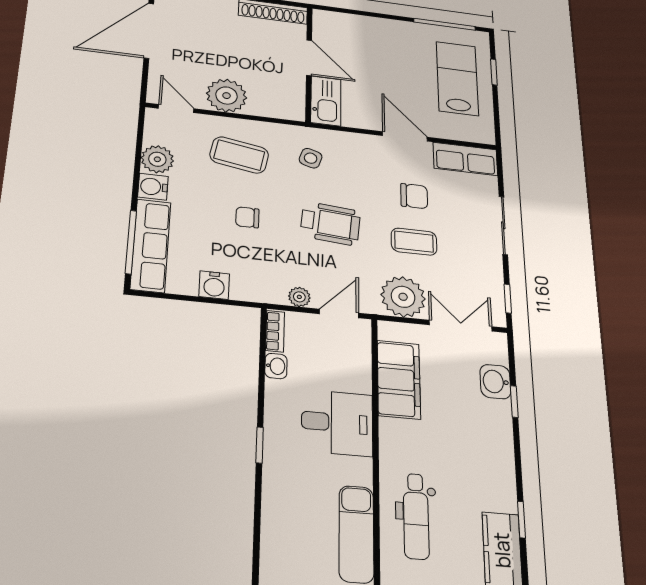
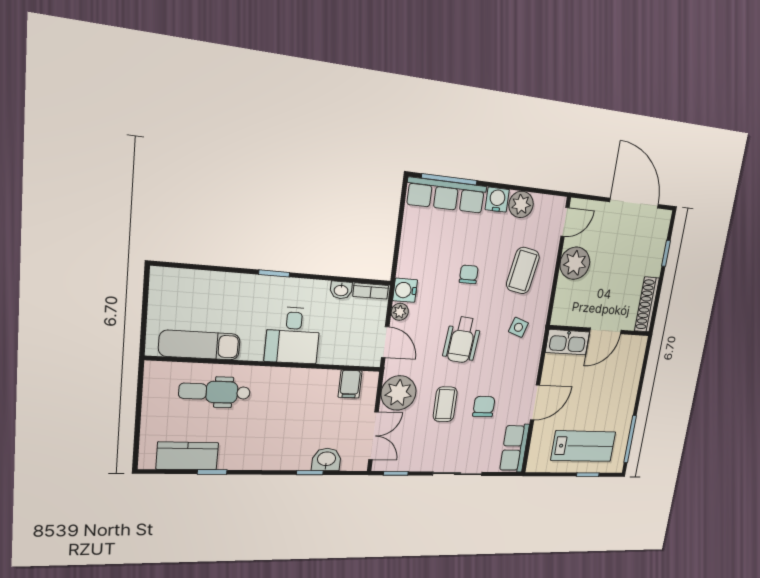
chair: (414, 196) -> (484, 407), turned 180
water cooler: (214, 285) -> (405, 290), moved
filing cabinet: (399, 380) -> (350, 384), width x0.33, depth x0.86

